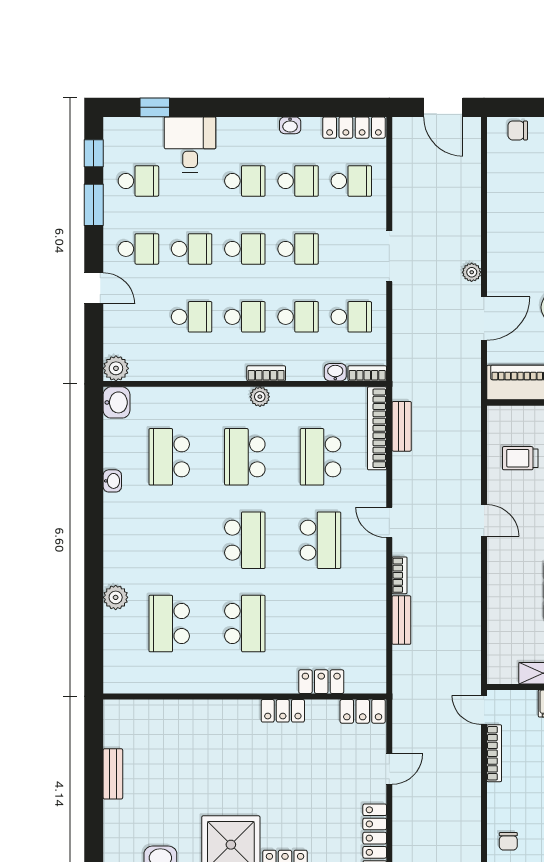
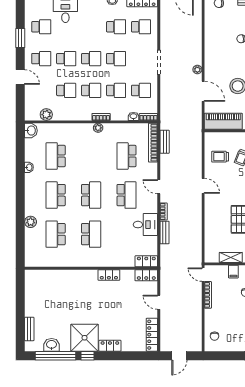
window: (94, 153) -> (20, 14), removed
school desk: (245, 181) -> (91, 27), removed
door: (484, 319) -> (203, 91), hinge flipped
plant: (116, 368) -> (46, 115), moved
school desk: (245, 457) -> (56, 195), moved
desk: (361, 603) -> (145, 225), added
locker: (321, 682) -> (146, 261), moved
door: (389, 769) -> (159, 302), swing flipped
bench: (113, 774) -> (29, 329), moved

